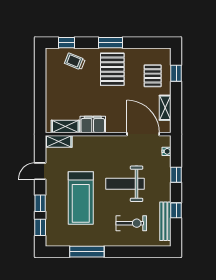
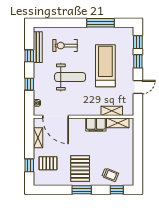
pallet: (153, 76) -> (48, 163), turned 90
shelving: (59, 141) -> (112, 111), moved

